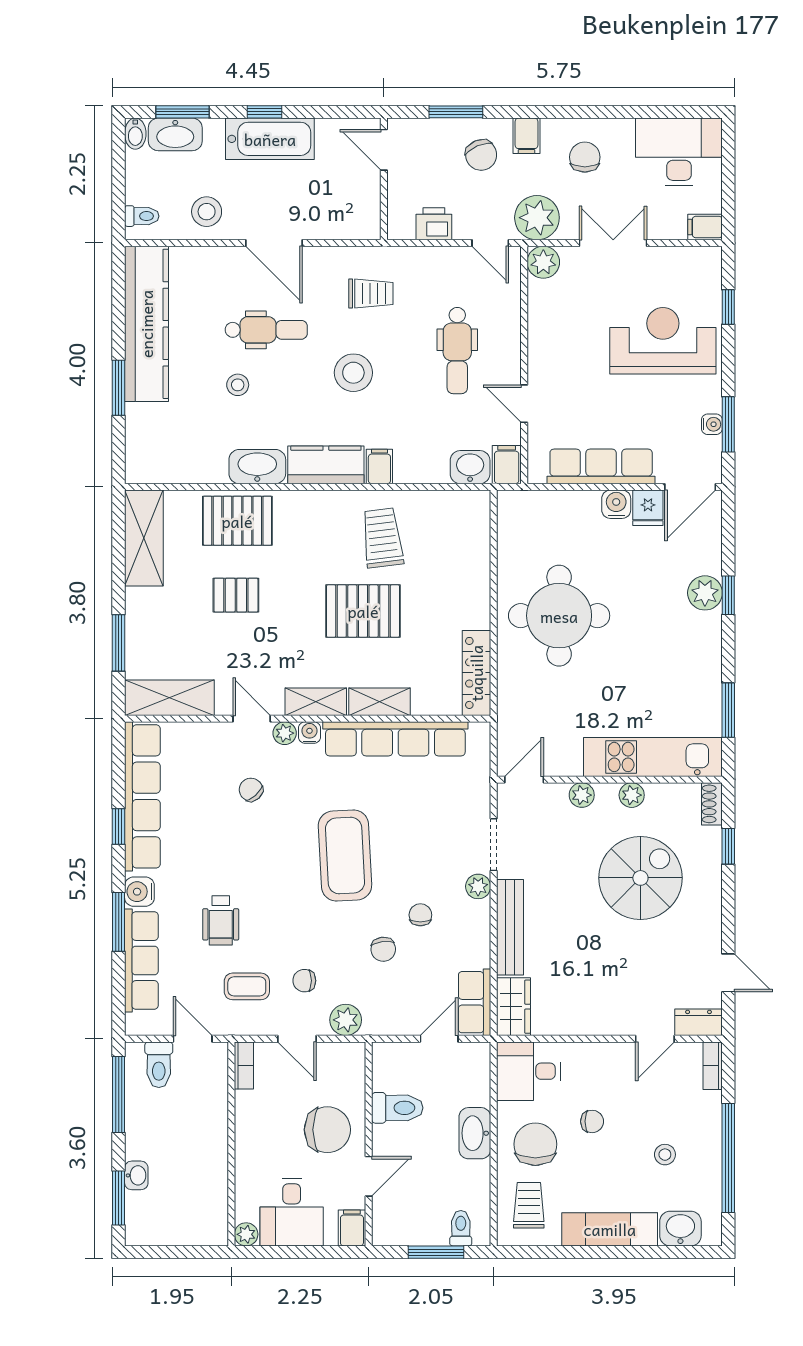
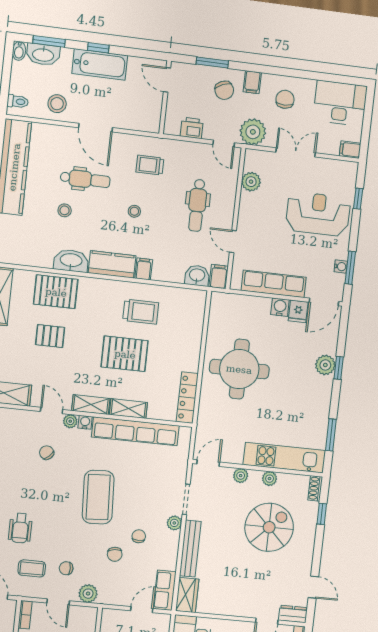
plant: (543, 262) -> (251, 182), moved
trolley: (371, 293) -> (150, 165), turned 180
stool: (353, 373) -> (134, 211), width x0.53, depth x0.53
trolley: (382, 538) -> (141, 312), turned 97

